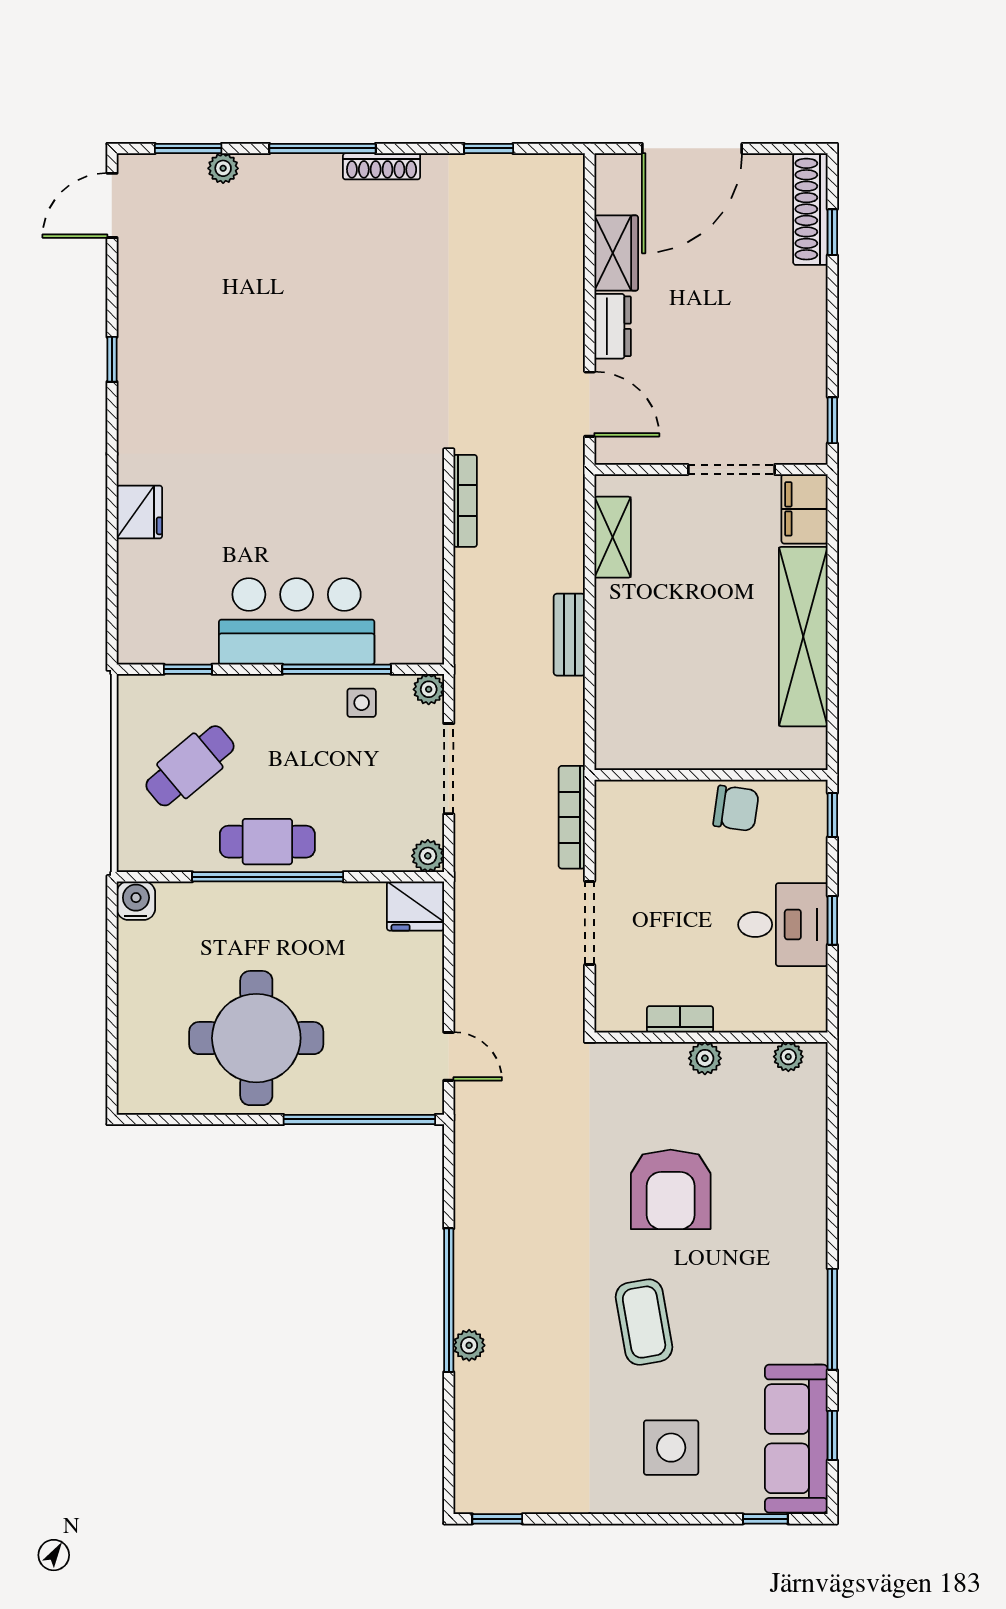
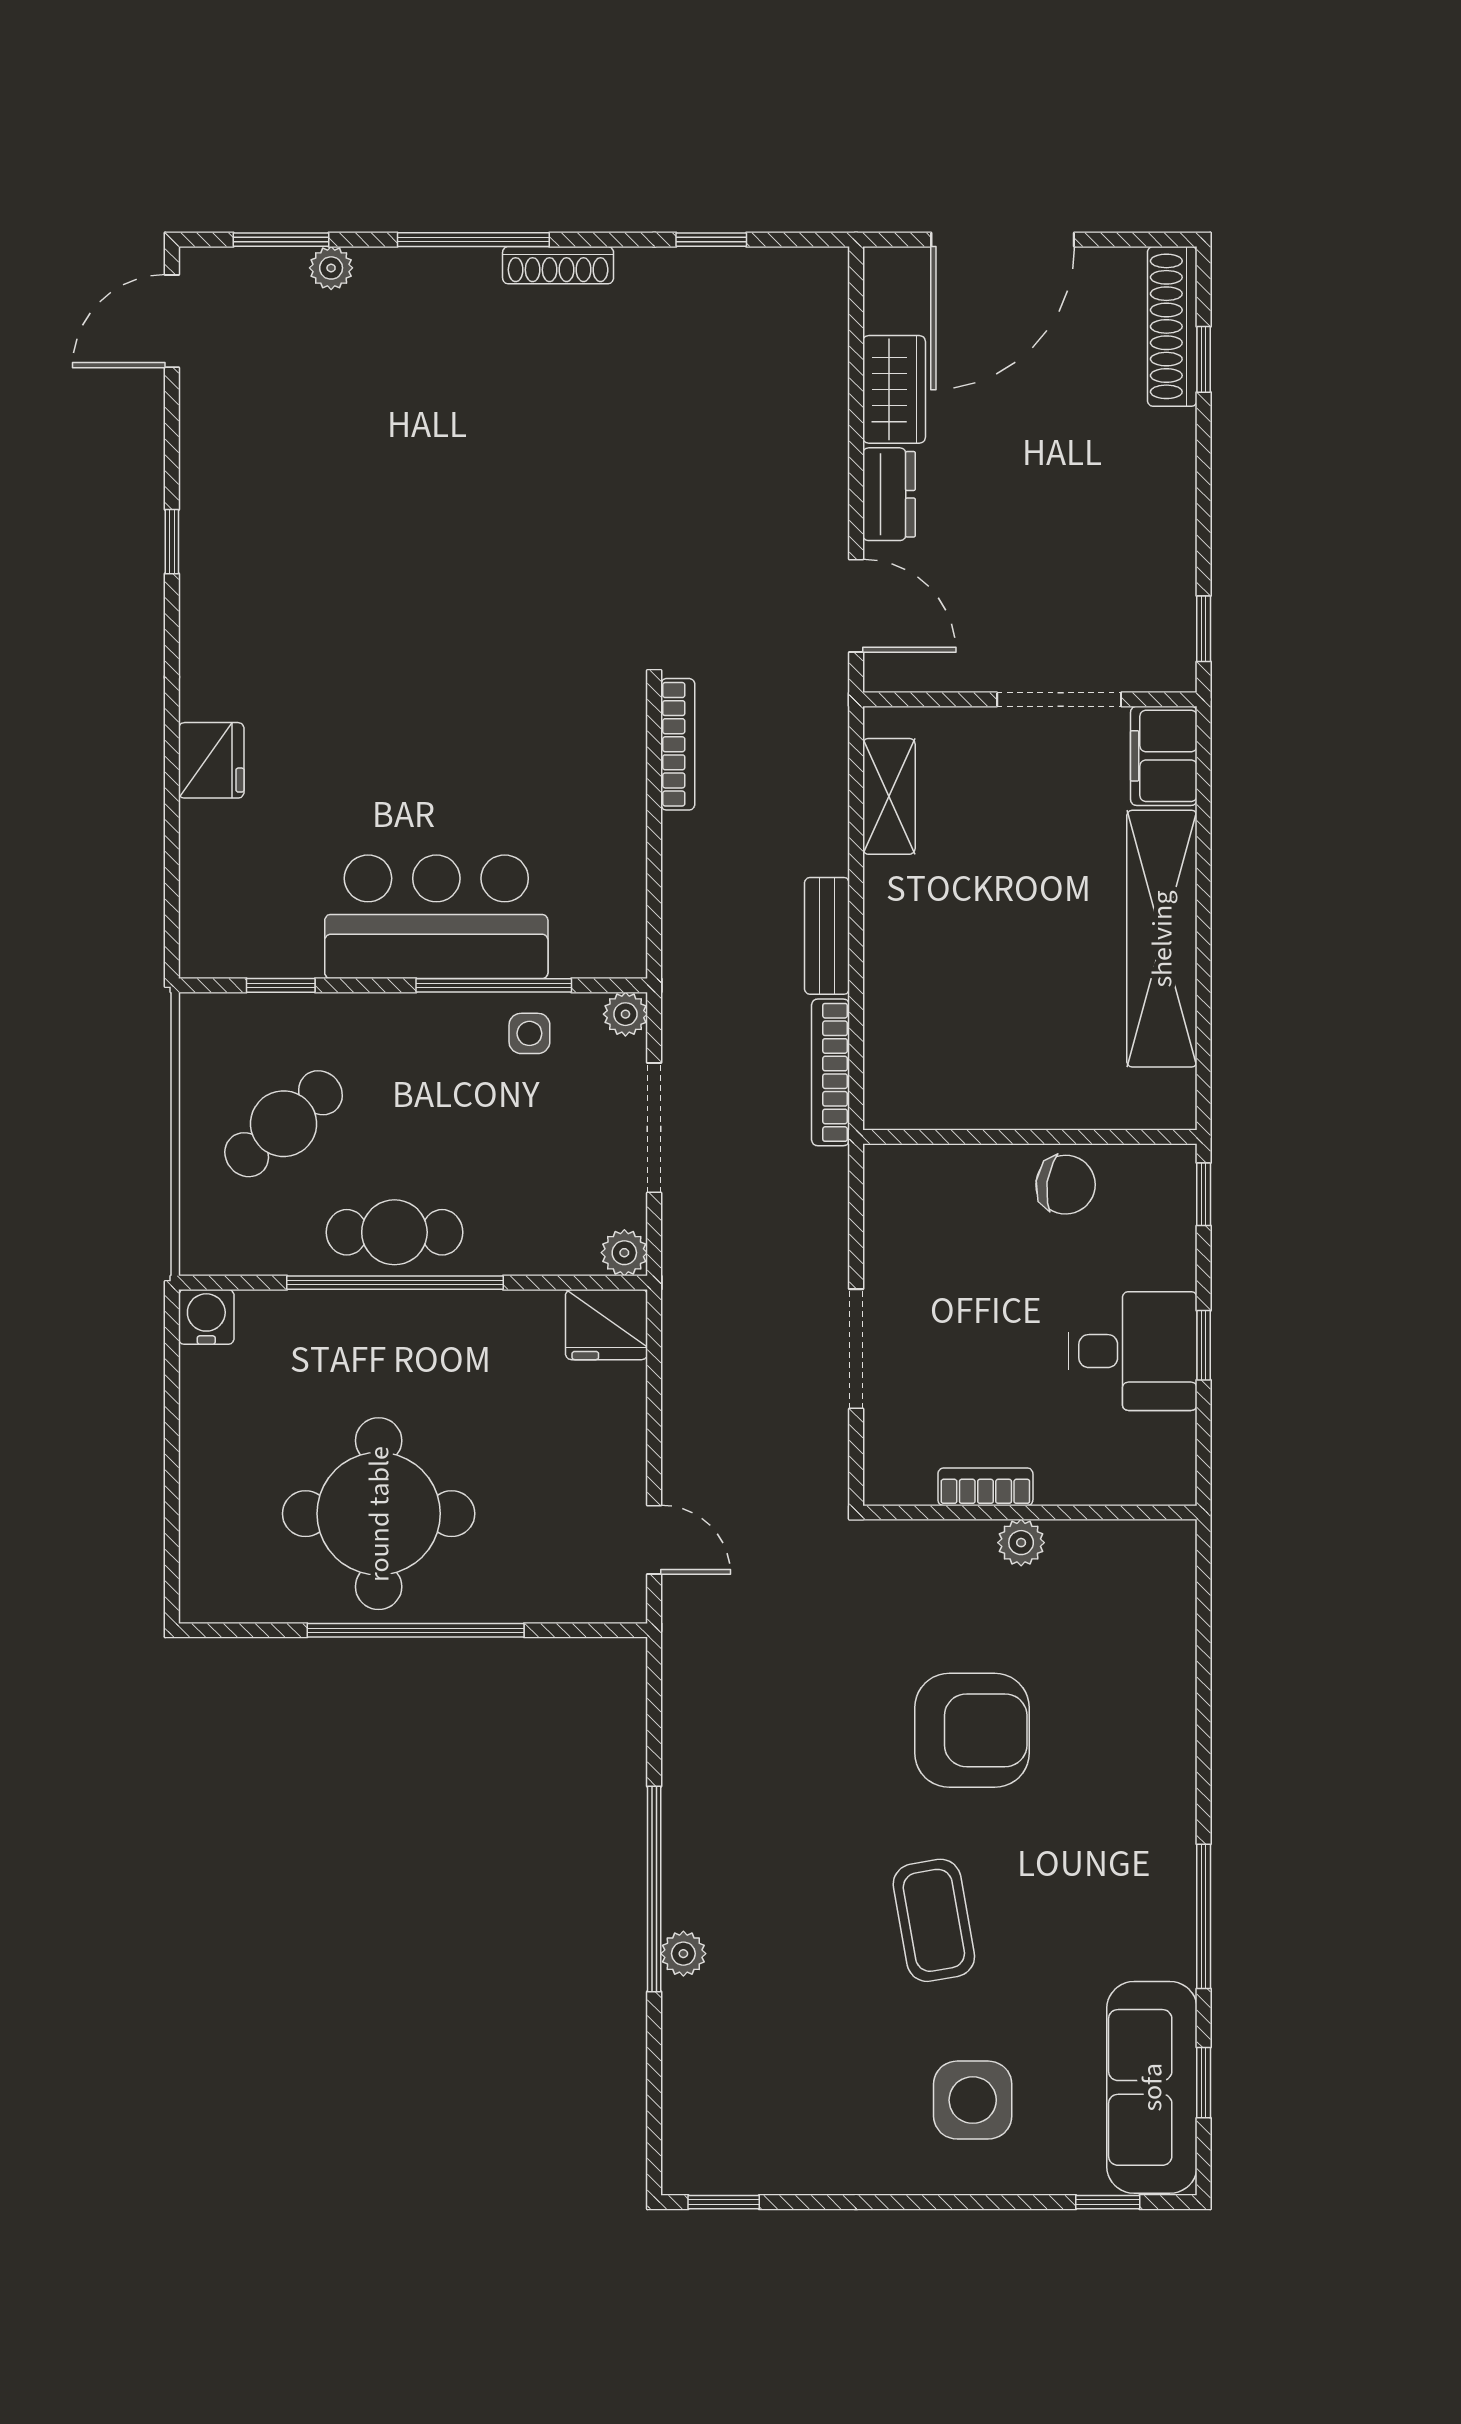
bookcase: (572, 817) -> (831, 1072), moved
plant: (788, 1057) -> (1141, 1540), removed
window: (359, 1119) -> (416, 1630), moved
armchair: (671, 1189) -> (972, 1730), turned -90

